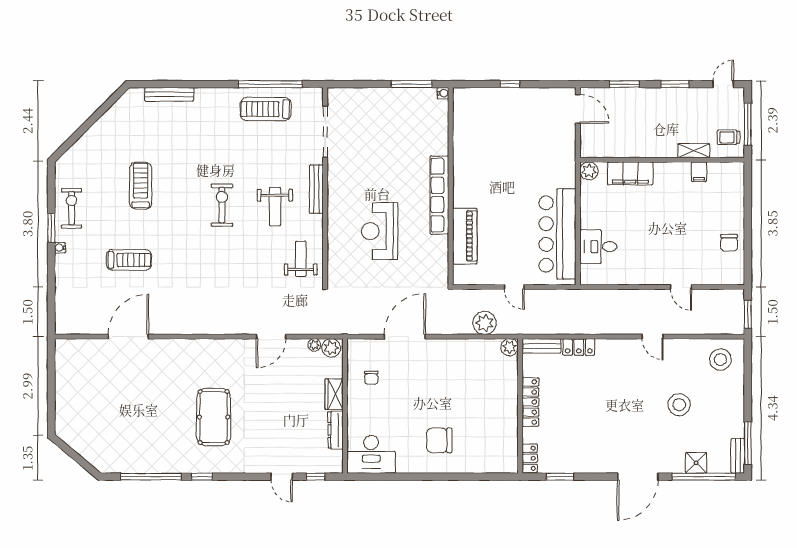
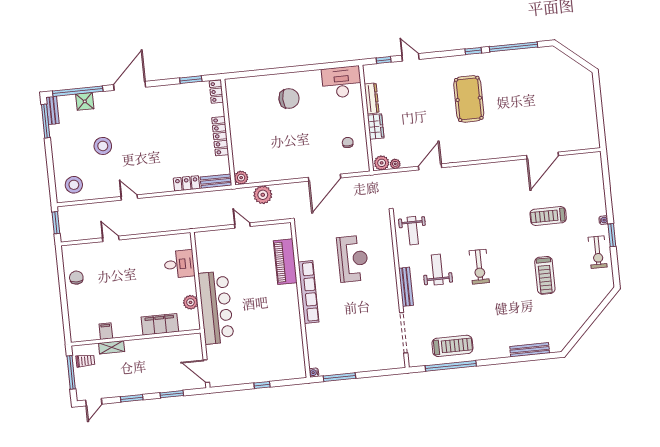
plant: (589, 171) -> (190, 302), moved
bar counter: (558, 234) -> (216, 308), moved

